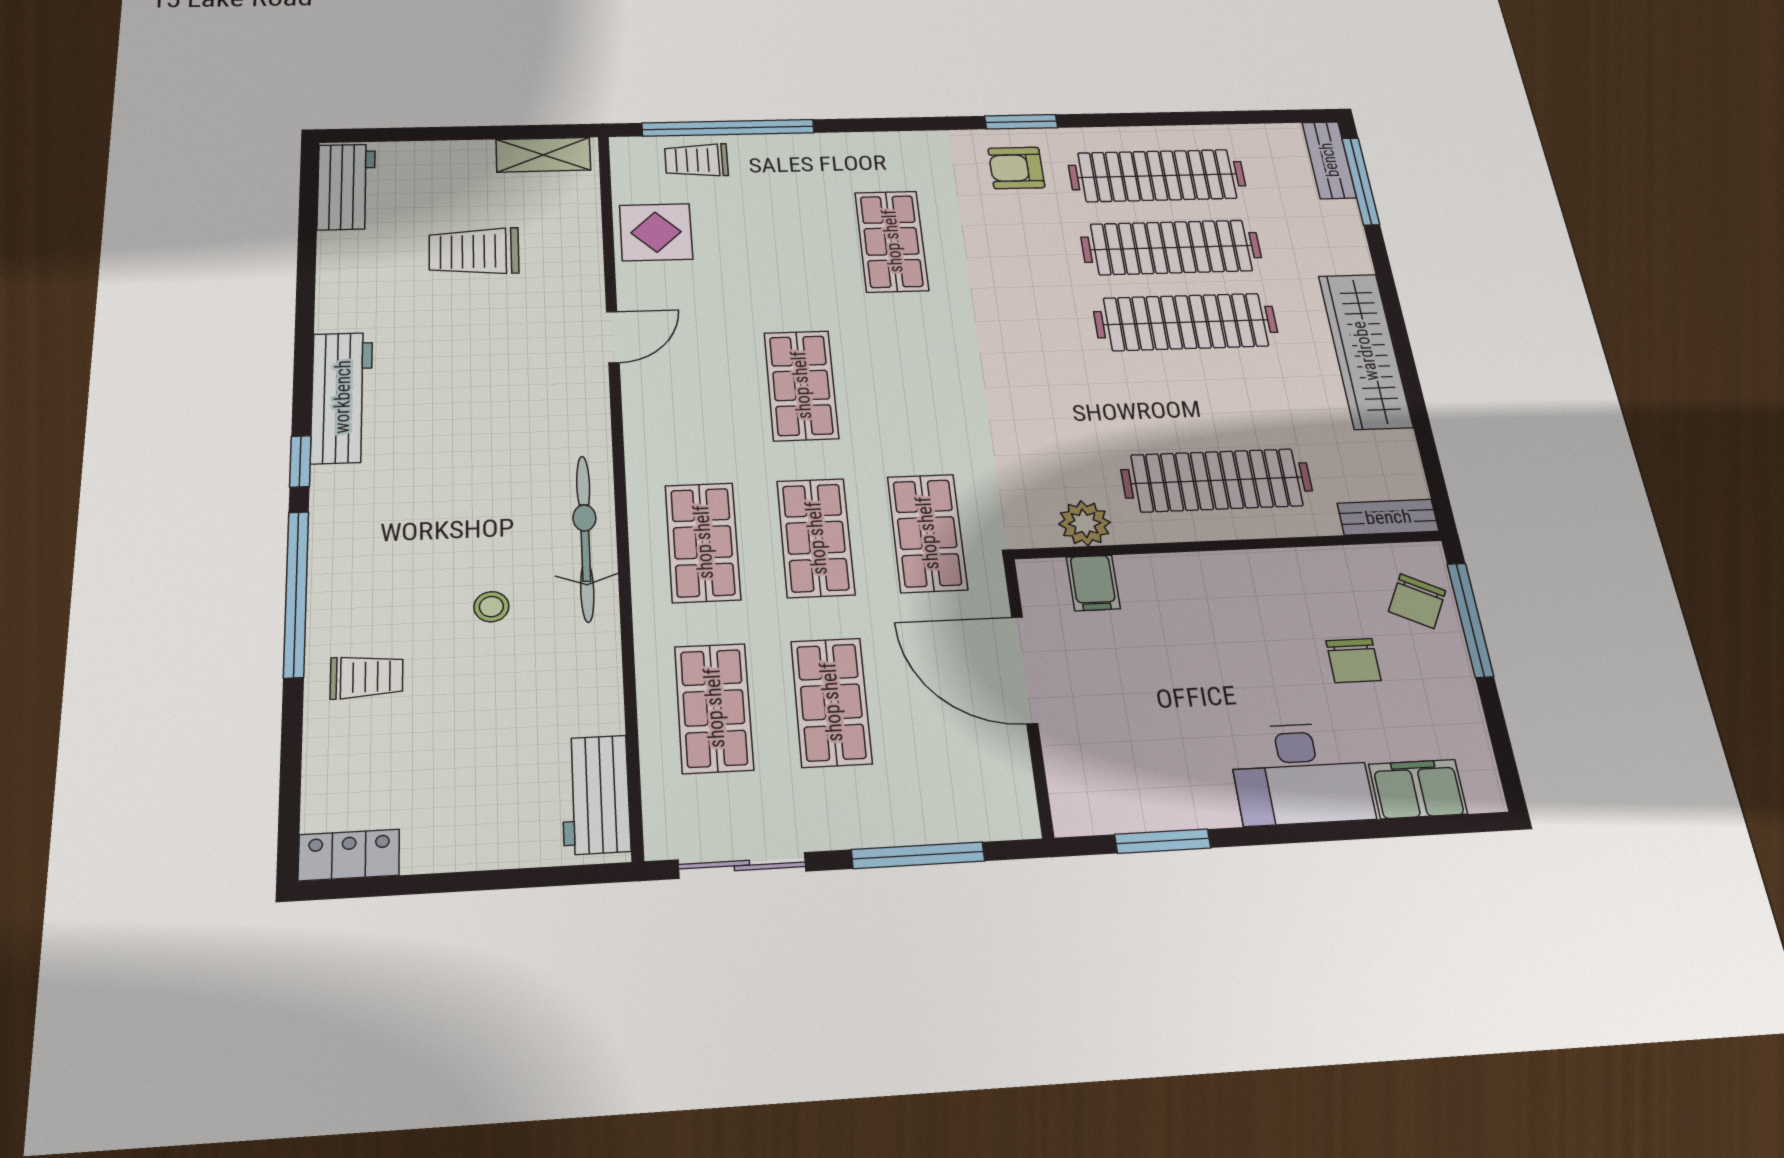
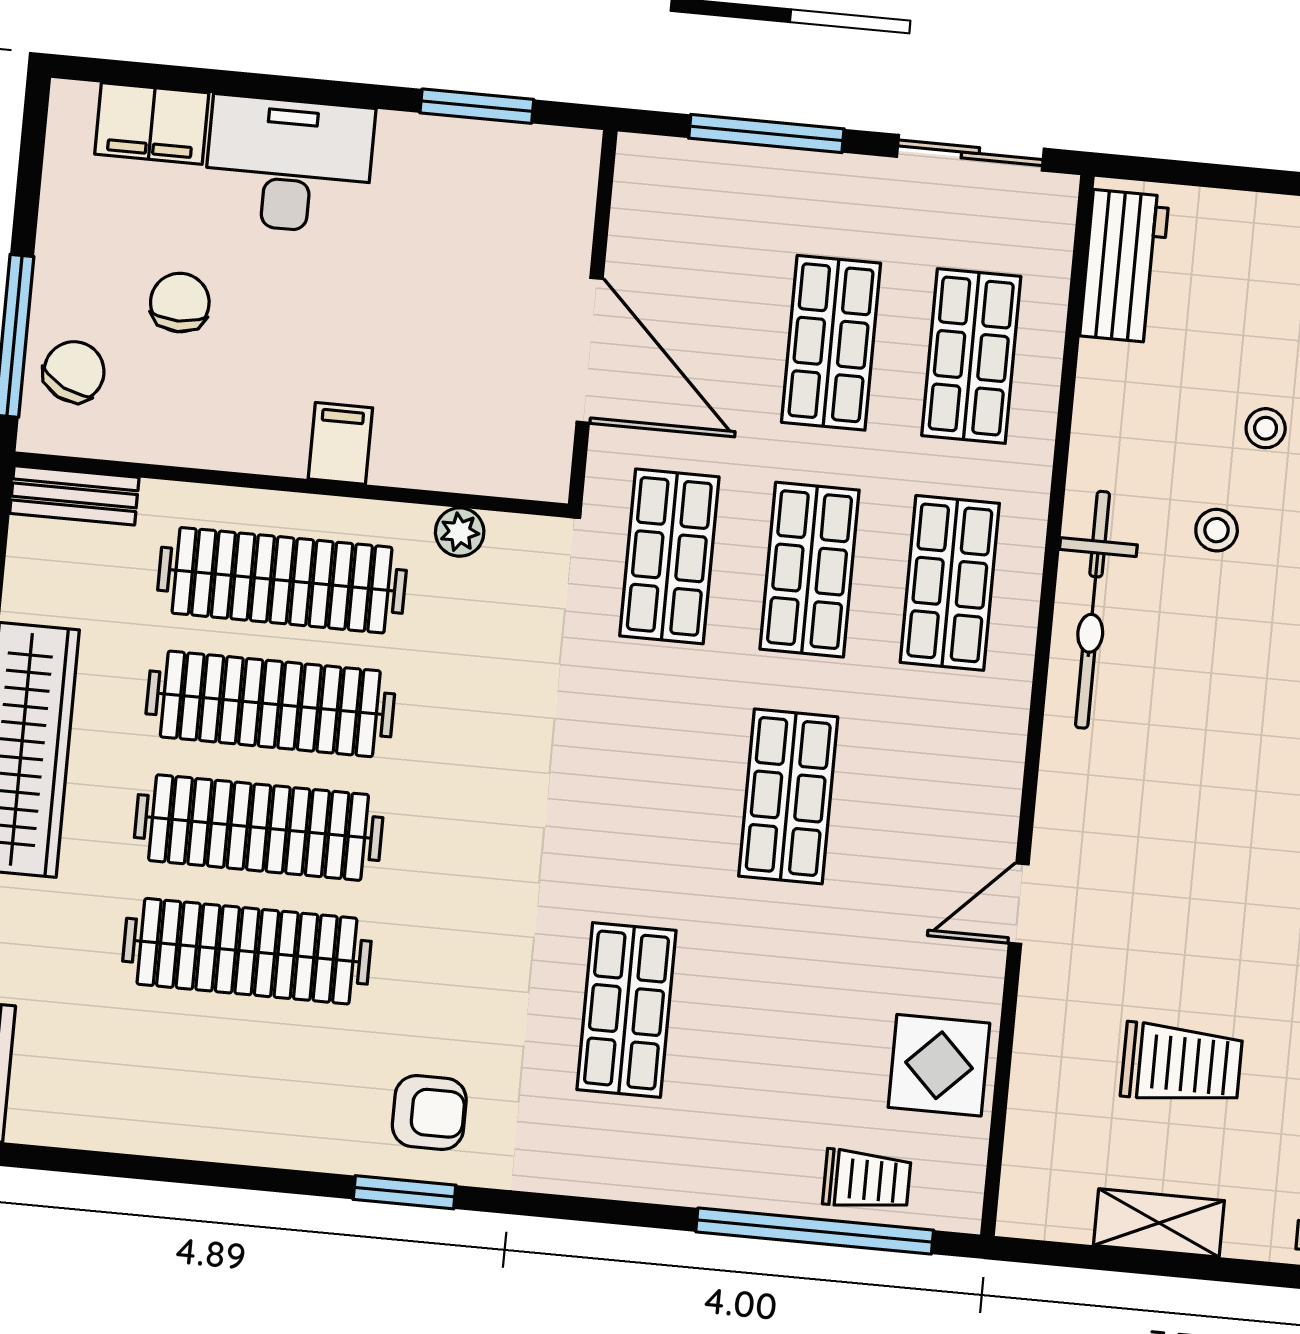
shelving: (543, 155) -> (1159, 1223), moved
clothes rail: (1157, 176) -> (270, 704), moved
plant: (1085, 523) -> (460, 532), width x0.73, depth x0.73
filing cabinet: (1093, 583) -> (340, 443), moved
stool: (459, 687) -> (1266, 428), added

